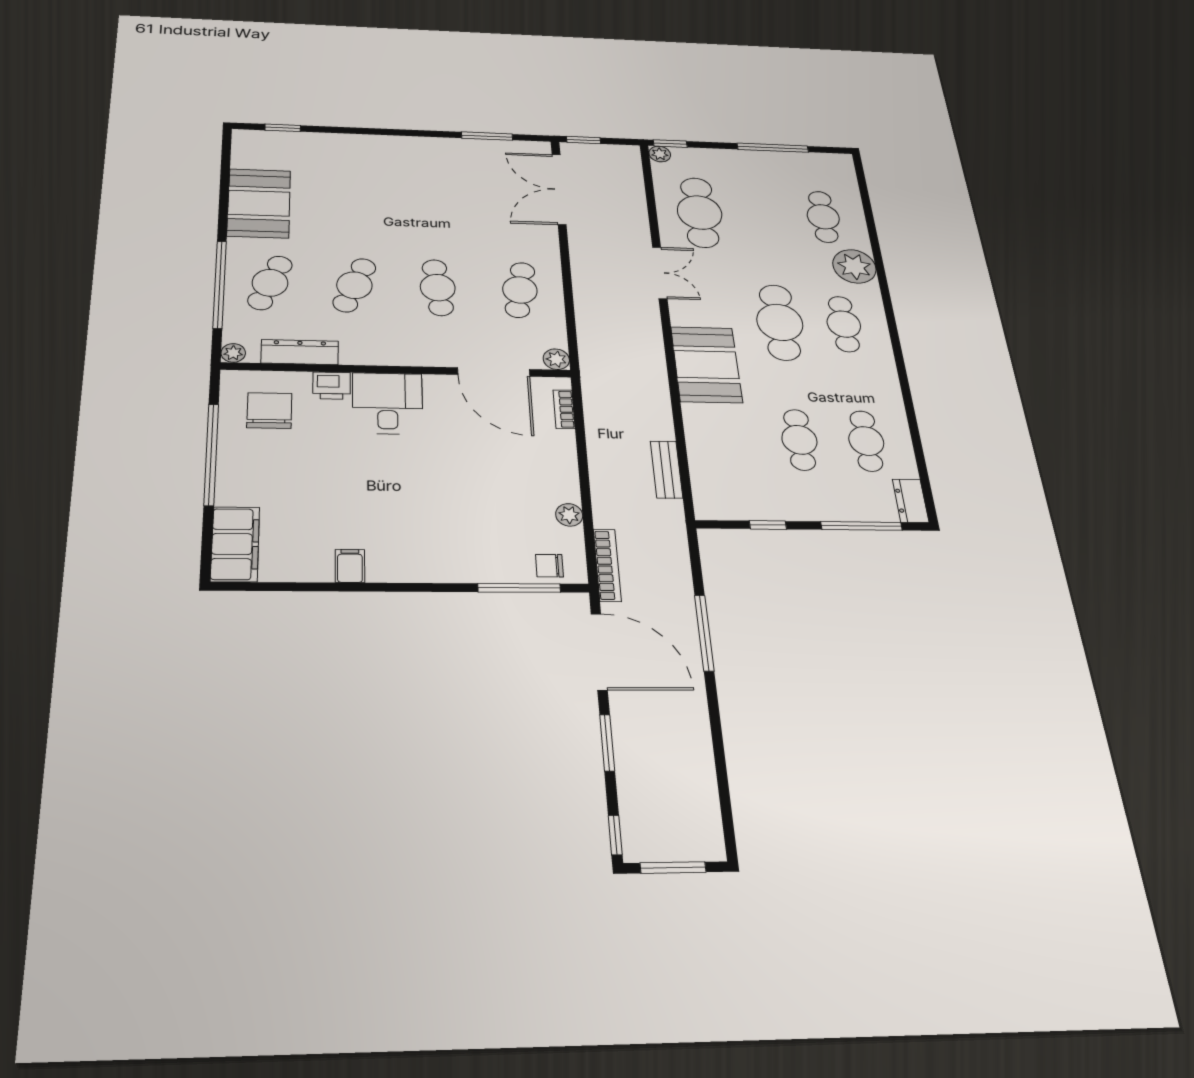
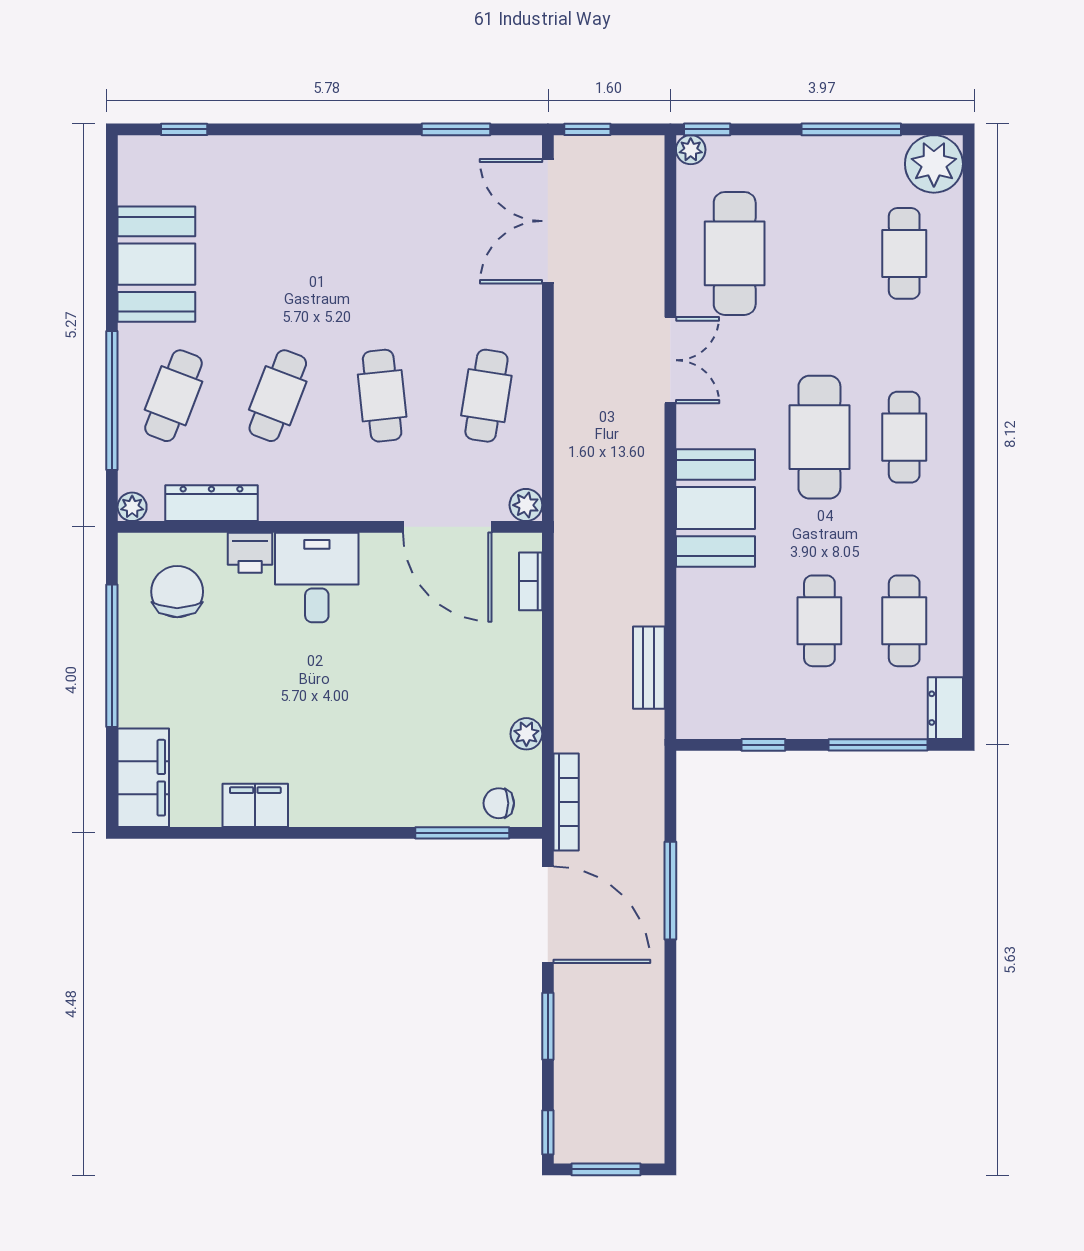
plant: (854, 266) -> (934, 164), moved
filing cabinet: (350, 566) -> (255, 805), width x2.00

